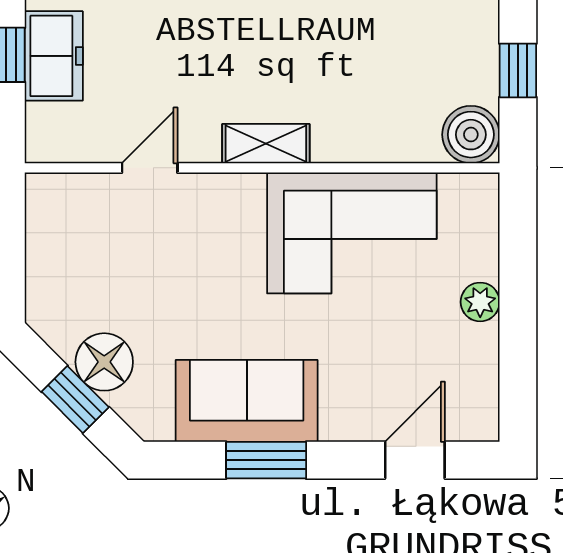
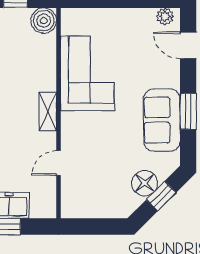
door: (150, 168) -> (58, 163), hinge flipped
plant: (480, 302) -> (165, 16), moved

